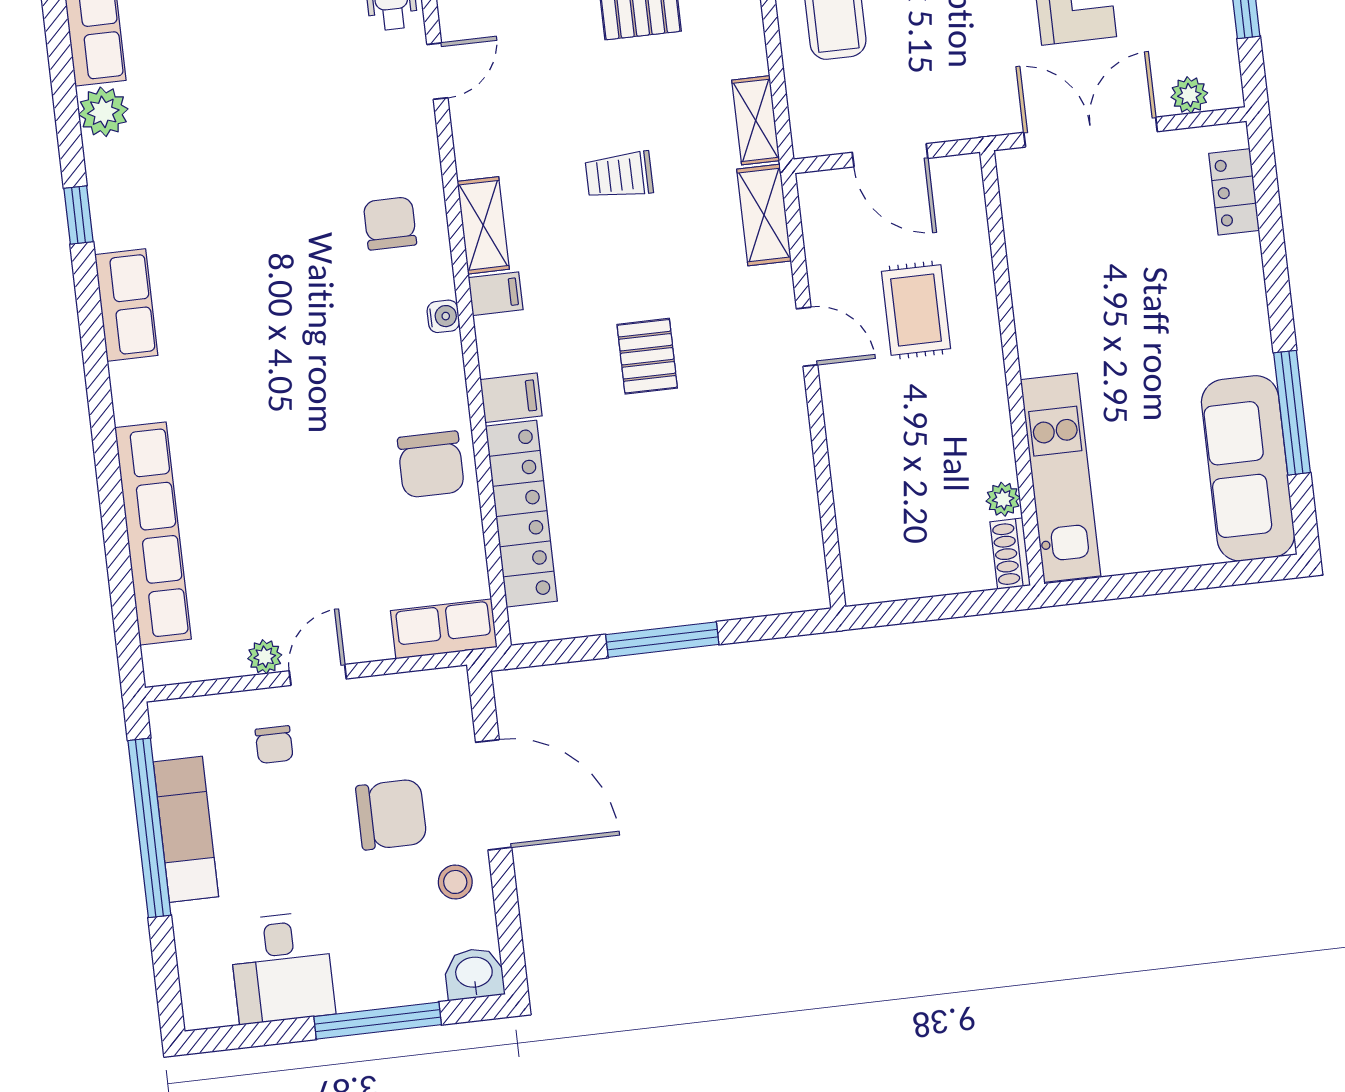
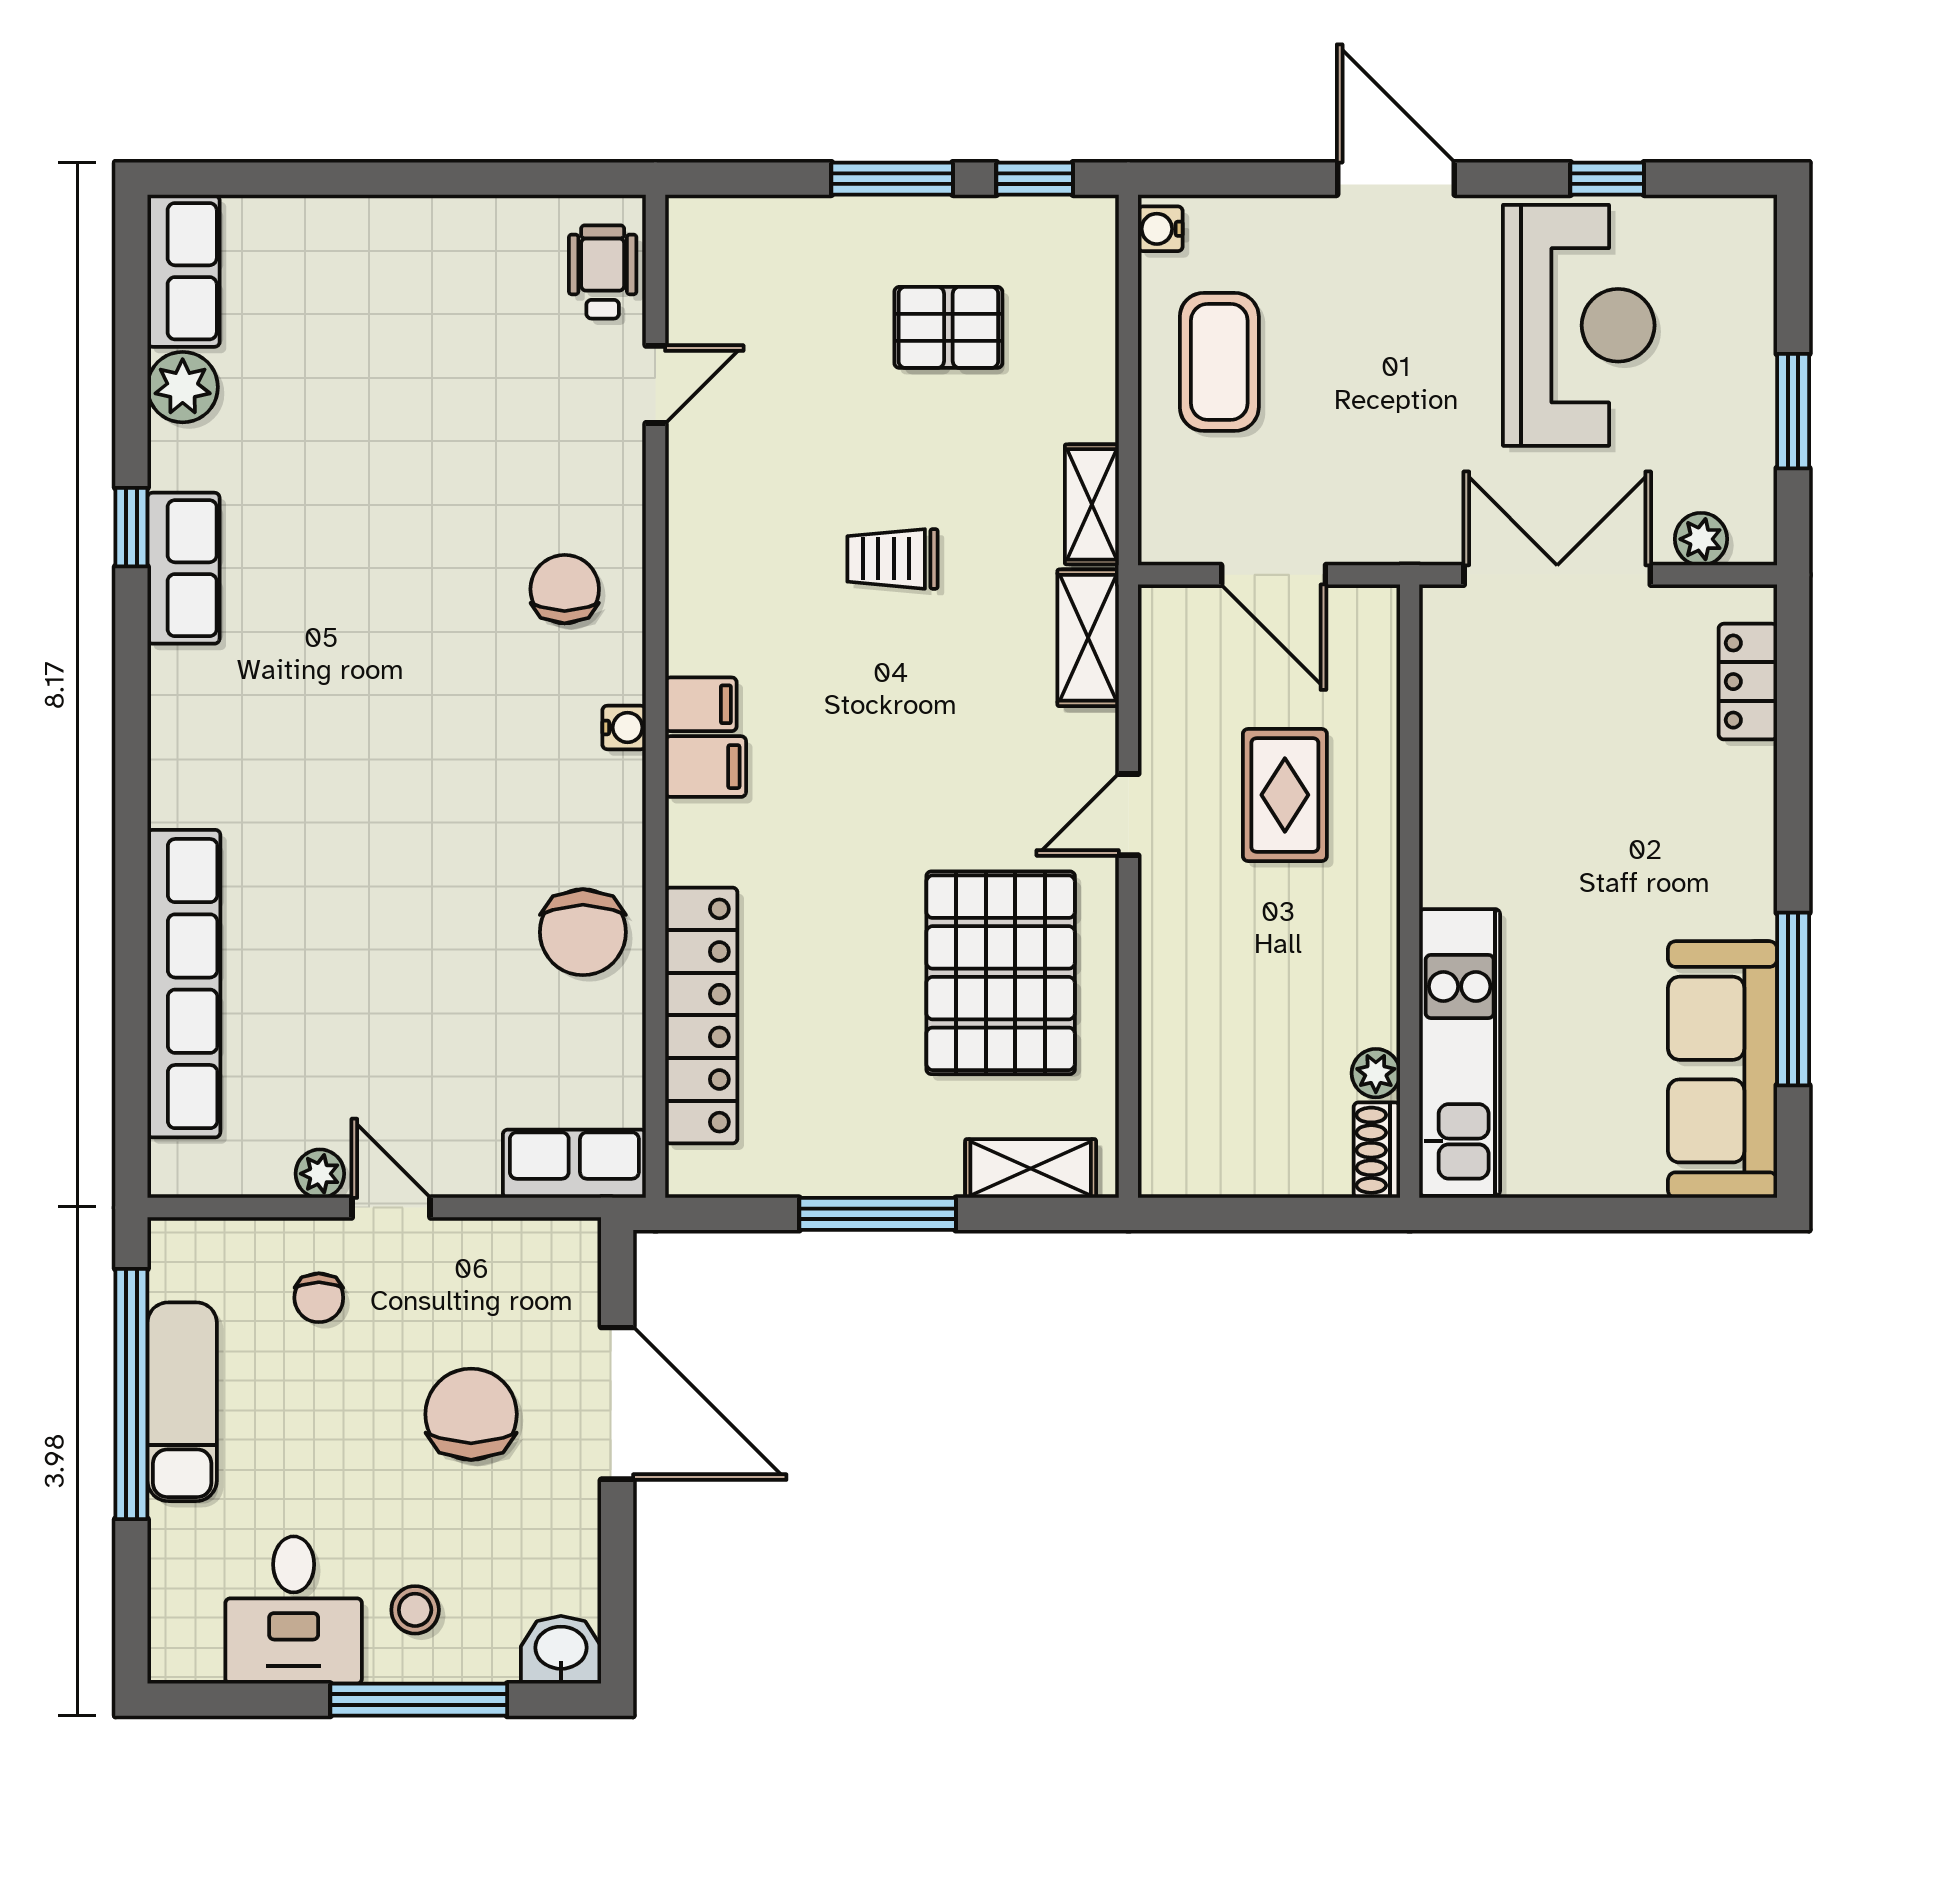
shelving: (483, 225) -> (1031, 1169), moved, turned 90
row of seats: (126, 305) -> (183, 568), moved
door: (807, 337) -> (1128, 815), swing flipped
pallet: (647, 356) -> (1001, 973), moved, width x2.05, depth x2.00
filing cabinet: (511, 398) -> (706, 767), moved
door: (318, 675) -> (391, 1208), hinge flipped
chair: (391, 814) -> (471, 1414), turned -90
stool: (455, 882) -> (415, 1610), moved

